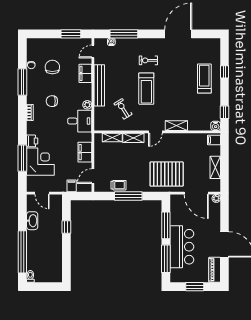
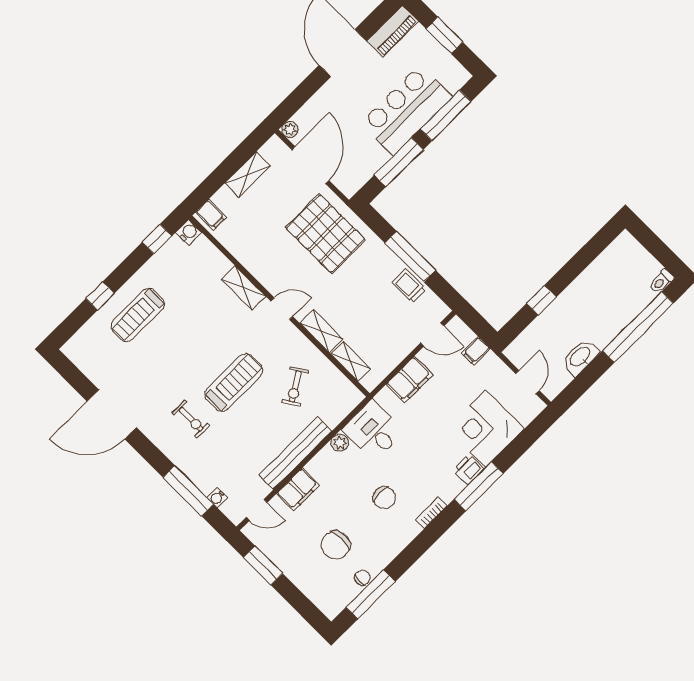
window: (22, 82) -> (371, 594), moved
window: (22, 158) -> (479, 486), moved

